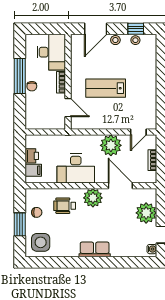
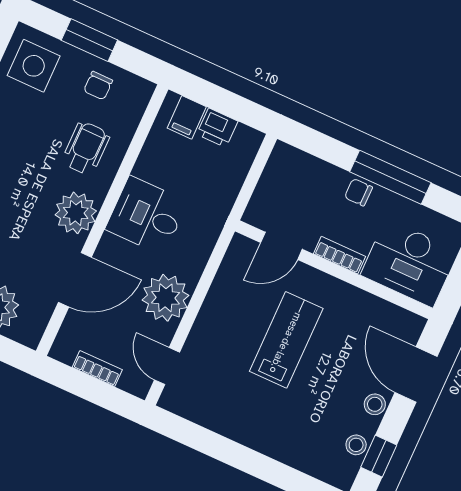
desk: (76, 168) -> (146, 215), width x0.73

